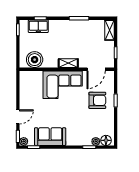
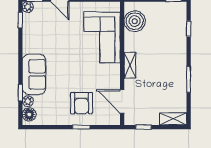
freezer: (38, 26) -> (178, 26), removed
corner sofa: (63, 85) -> (102, 37), moved
sofa: (50, 137) -> (34, 74), moved

